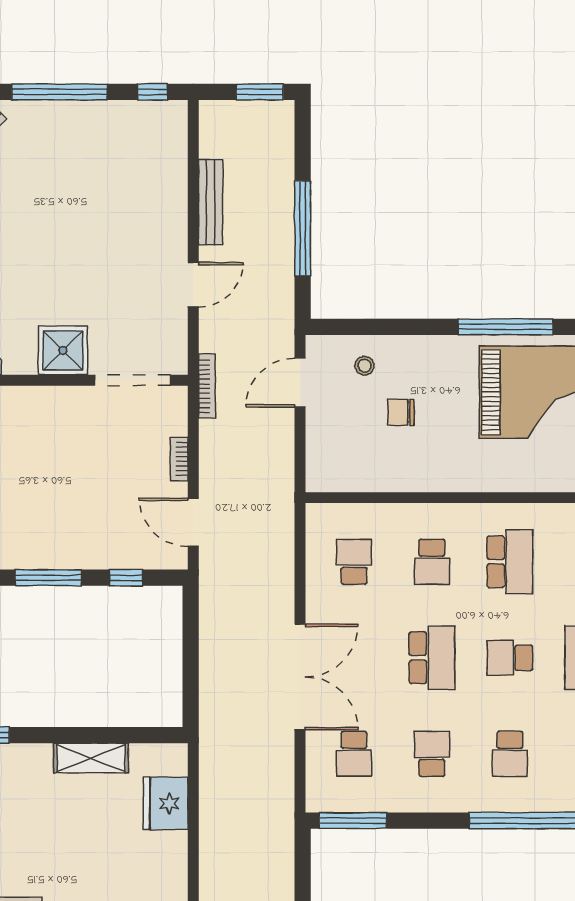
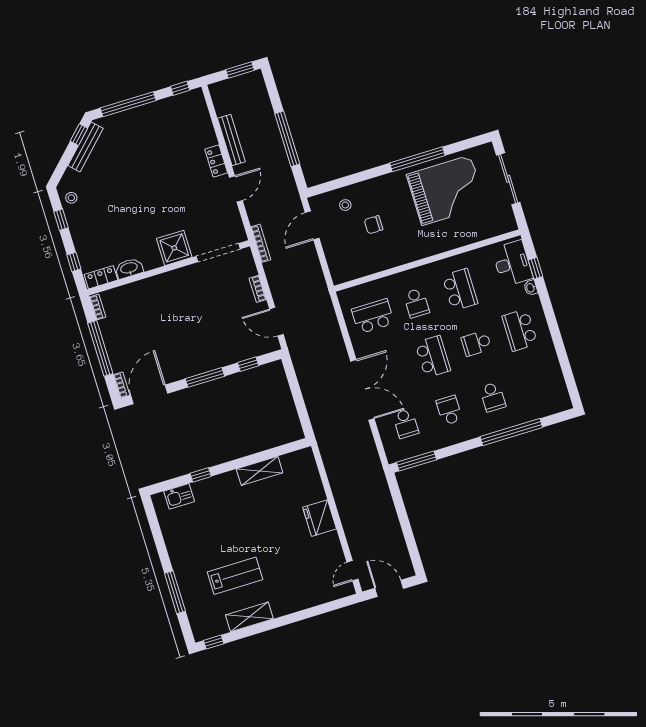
locker: (175, 229) -> (216, 161), added
school desk: (354, 562) -> (373, 316), width x1.85
fridge: (166, 803) -> (320, 518), moved

